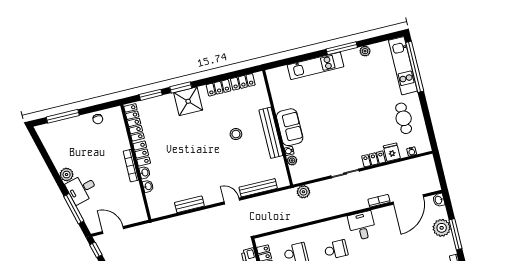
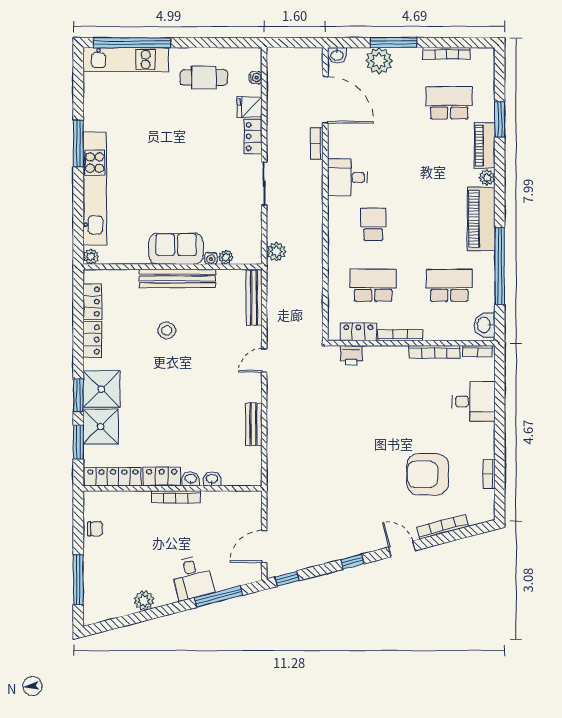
plant: (365, 51) -> (91, 257), moved
kitchen unit: (315, 66) -> (95, 189), width x1.36
shower: (164, 107) -> (101, 427), added
plant: (67, 175) -> (144, 601), moved
bench: (258, 188) -> (254, 297), moved

